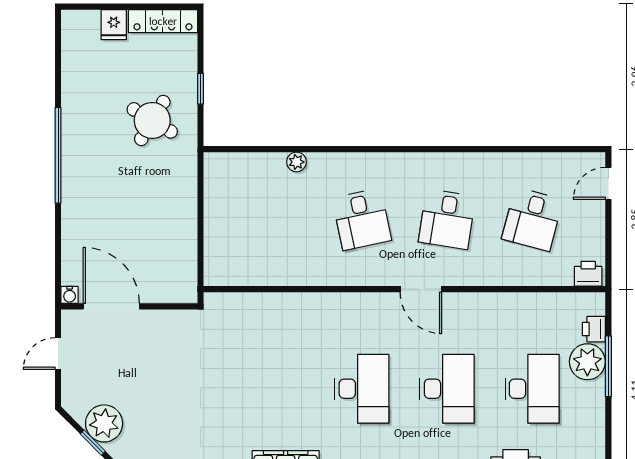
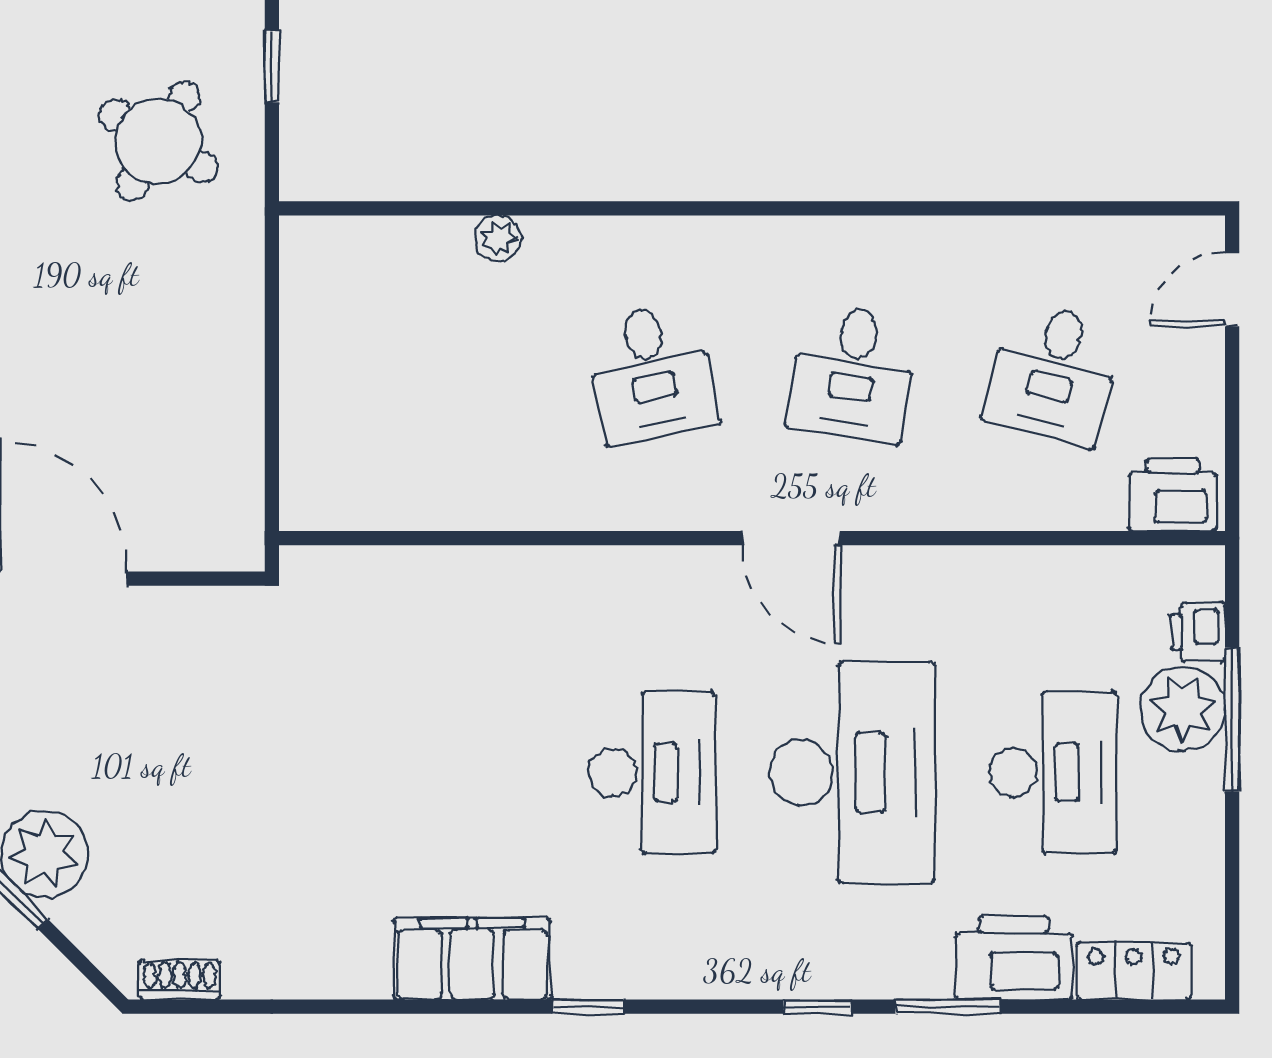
printer: (588, 274) -> (1173, 495), width x1.36, depth x1.24
desk: (447, 389) -> (852, 772), width x1.36, depth x1.30

